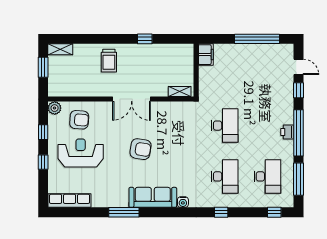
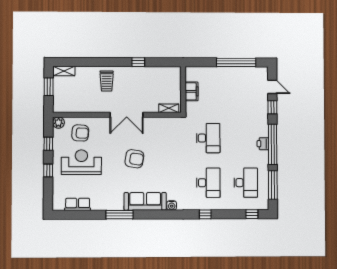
filing cabinet: (206, 55) -> (192, 91), moved
row of seats: (70, 201) -> (78, 204), width x0.68

